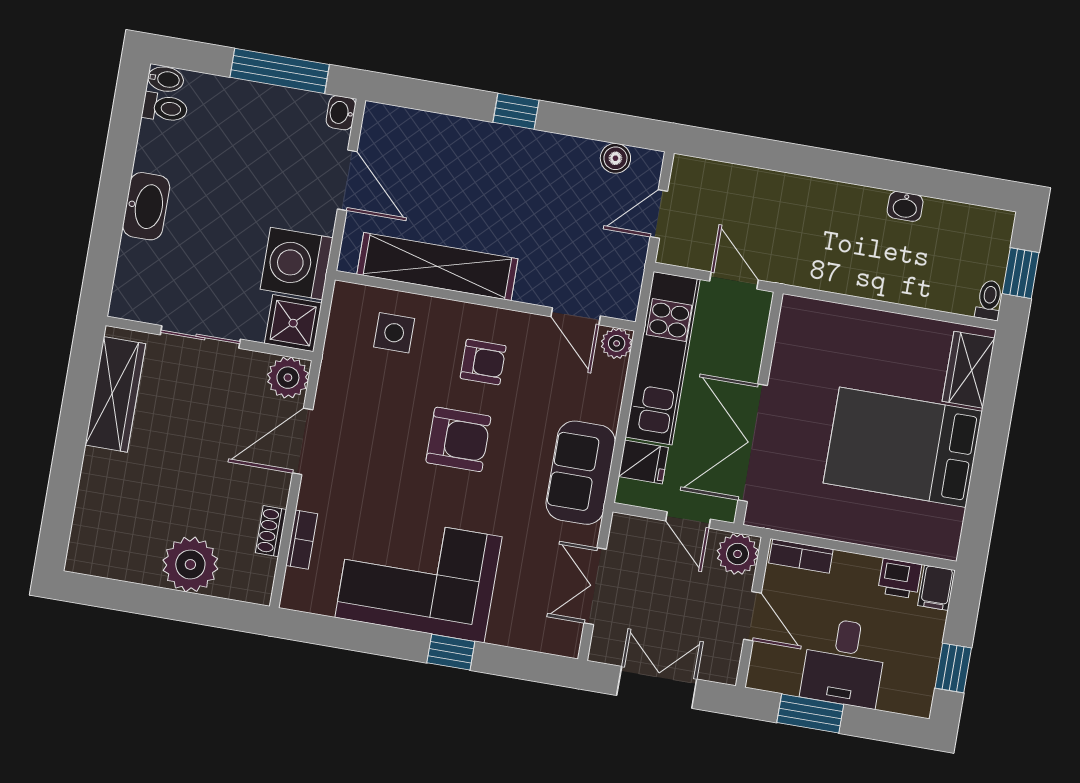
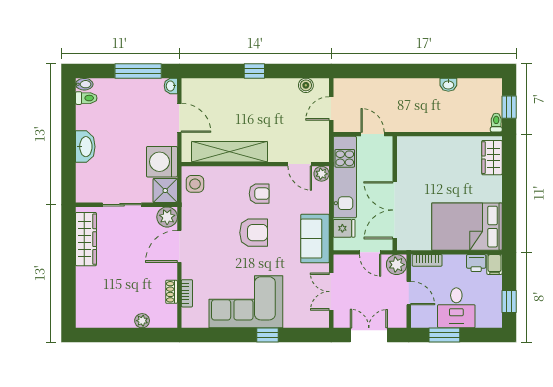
side table: (394, 333) -> (195, 184), moved
bed: (903, 447) -> (467, 227), moved
plant: (190, 564) -> (142, 321), width x0.53, depth x0.53

